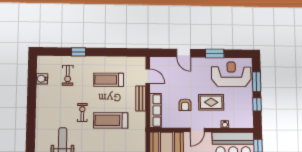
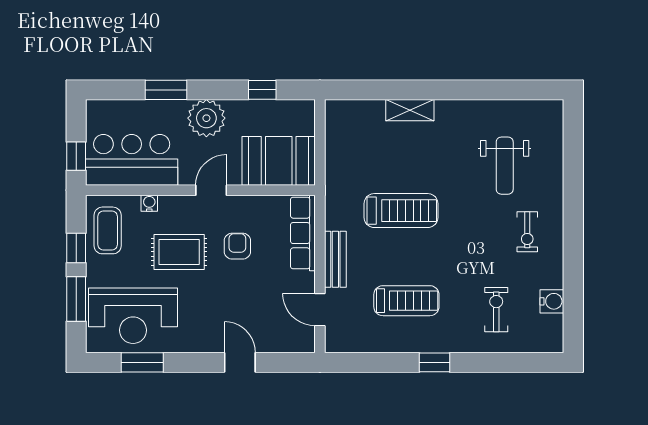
window: (79, 52) -> (435, 362), moved
window: (215, 54) -> (142, 362), moved
exercise bike: (82, 112) -> (527, 232), moved
coffee table: (243, 112) -> (108, 230), added

